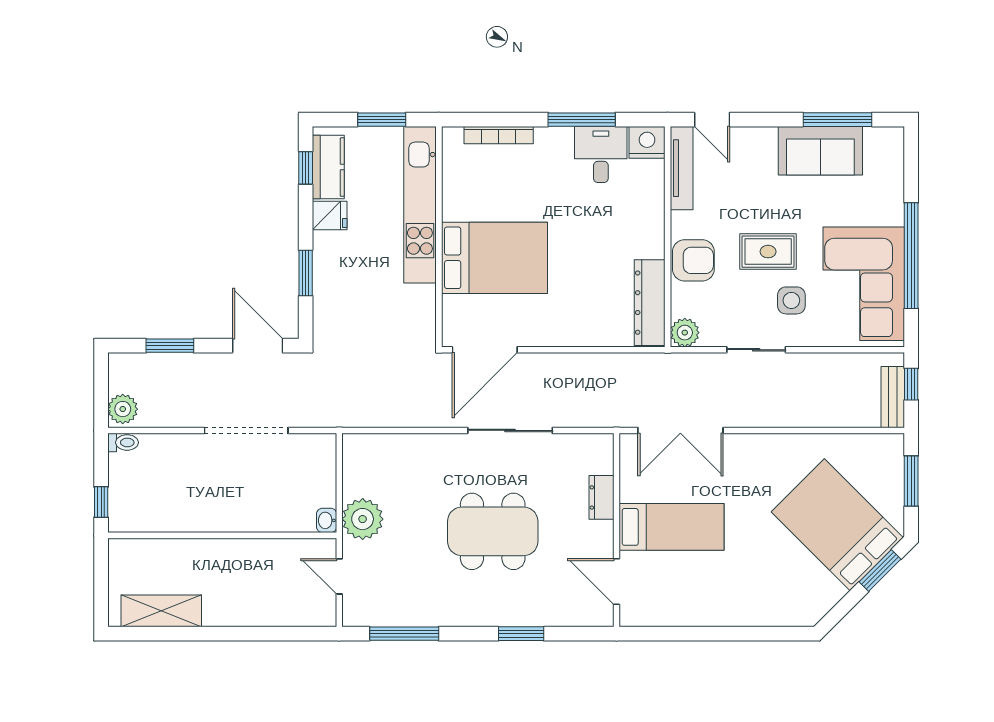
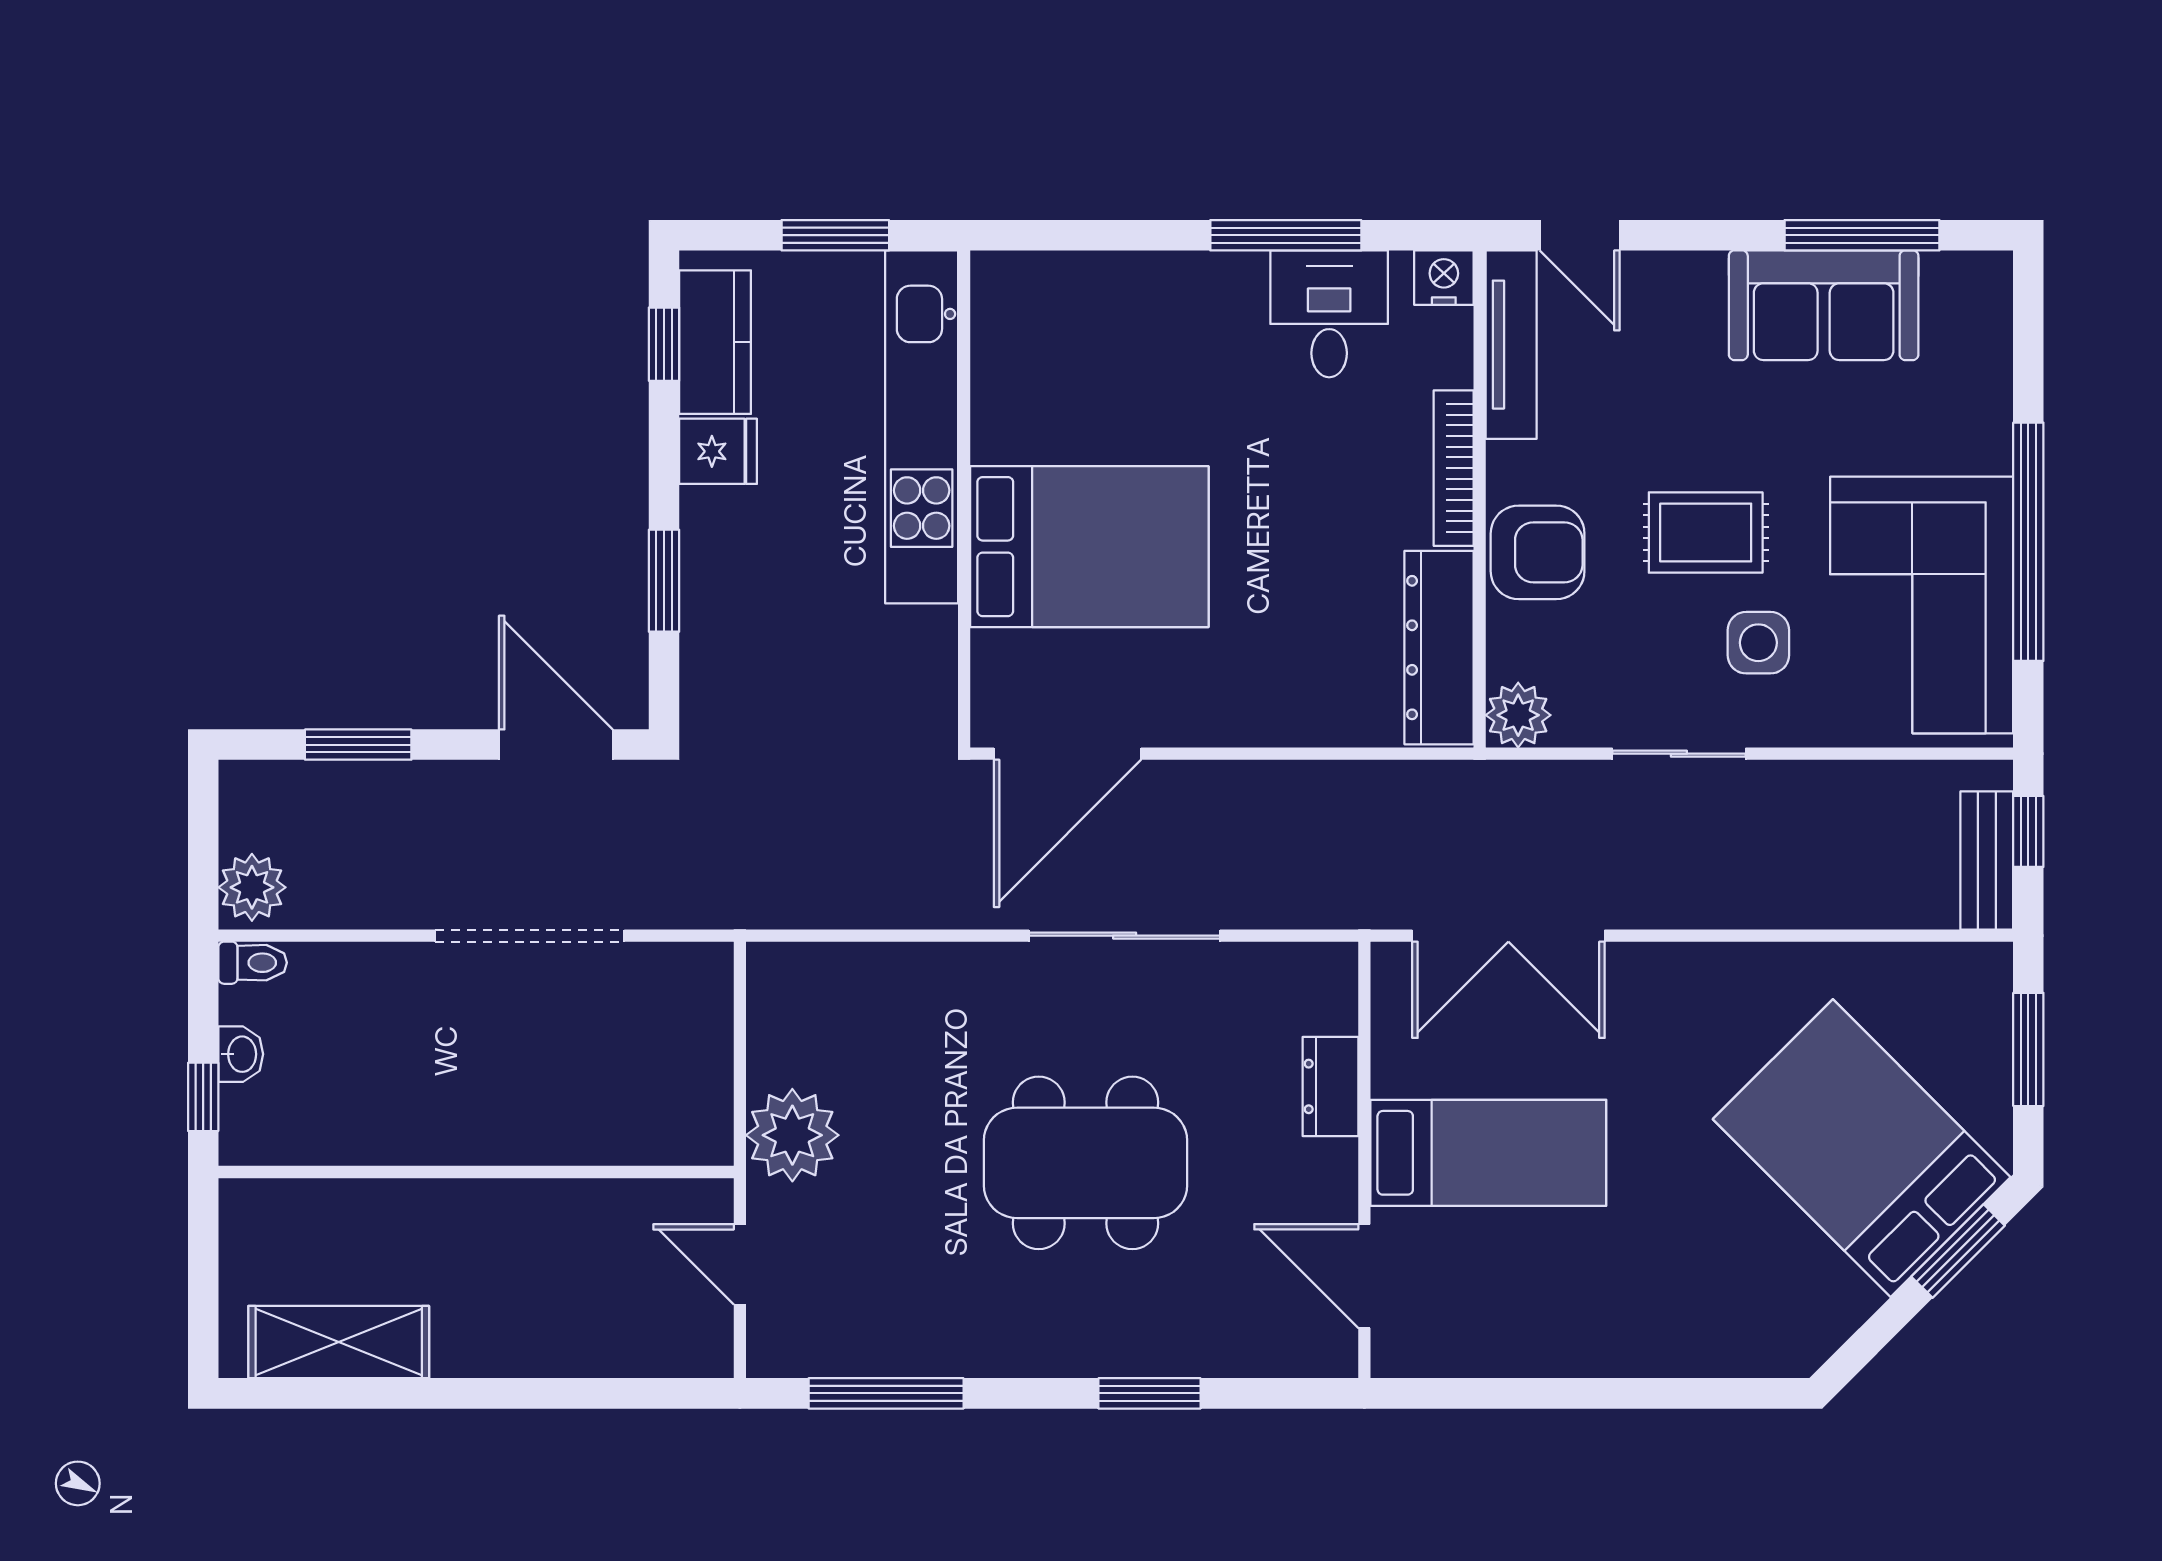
bookcase: (499, 135) -> (1454, 468), moved, turned 90
nightstand: (647, 142) -> (1444, 278), width x0.74, depth x0.75
washbasin: (327, 520) -> (241, 1054), moved, turned 180

